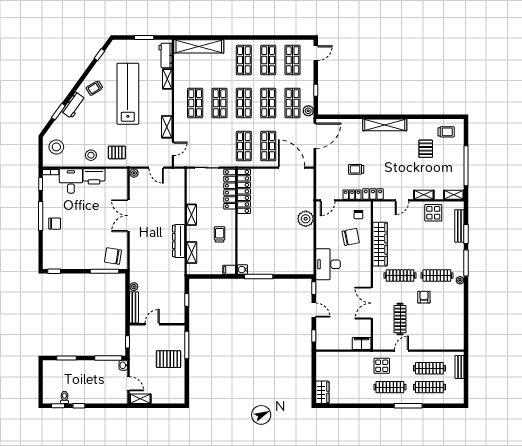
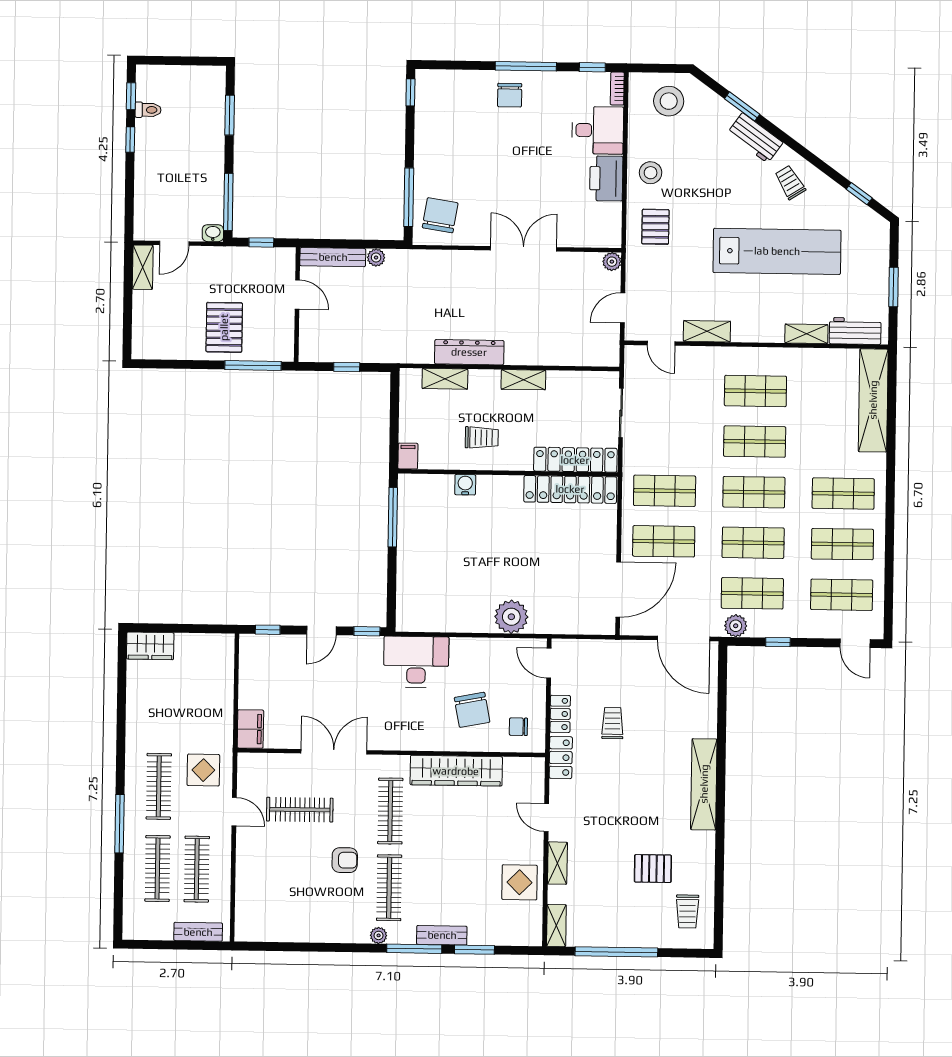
bench: (459, 226) -> (442, 935), moved, width x0.73
water cooler: (242, 270) -> (465, 485), moved

